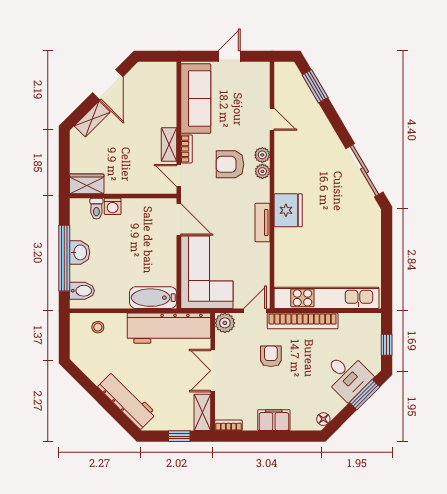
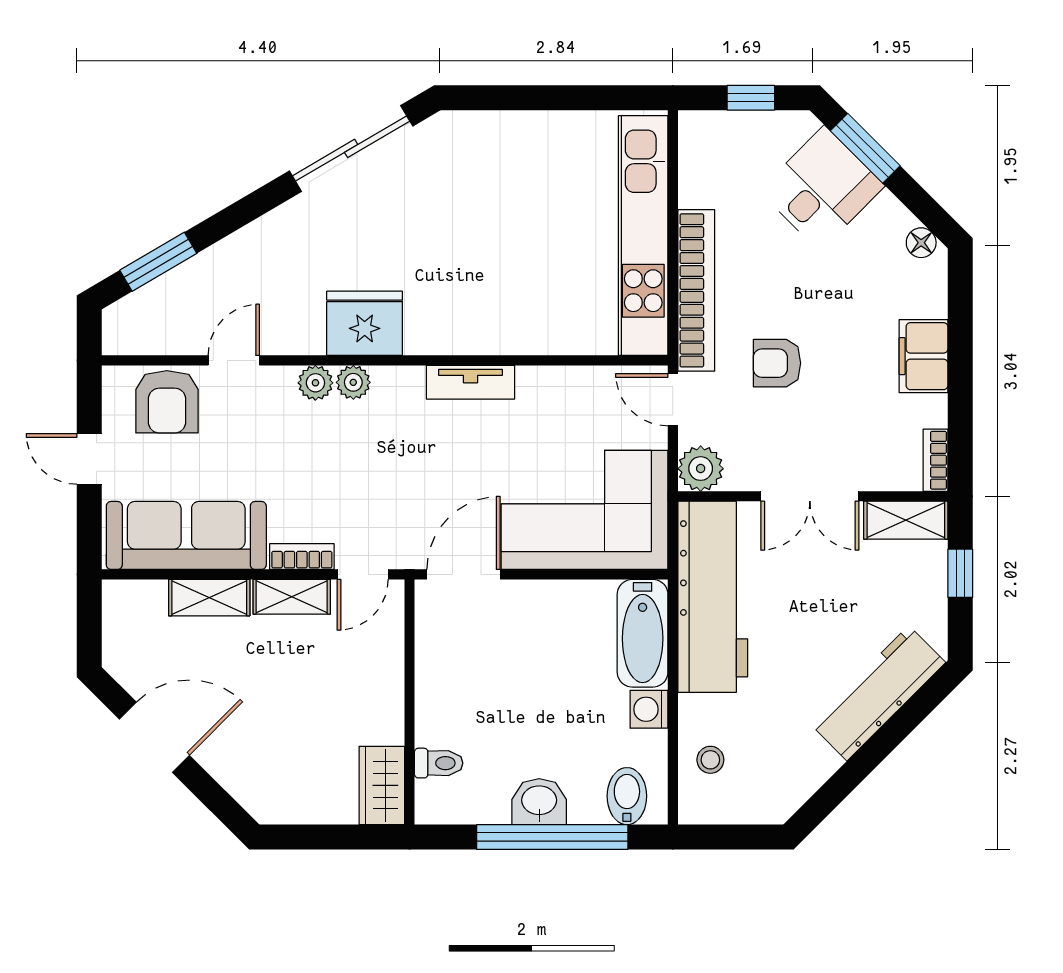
shelving: (92, 119) -> (209, 598), moved, turned -45
armchair: (230, 164) -> (167, 402), moved
washing machine: (113, 206) -> (649, 709), moved, turned 180
fridge: (288, 210) -> (365, 323), moved

